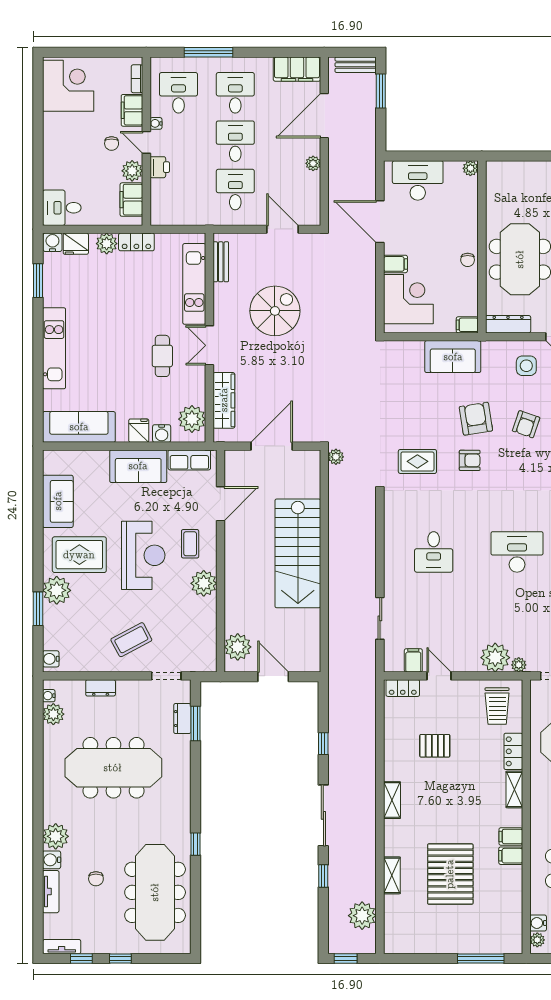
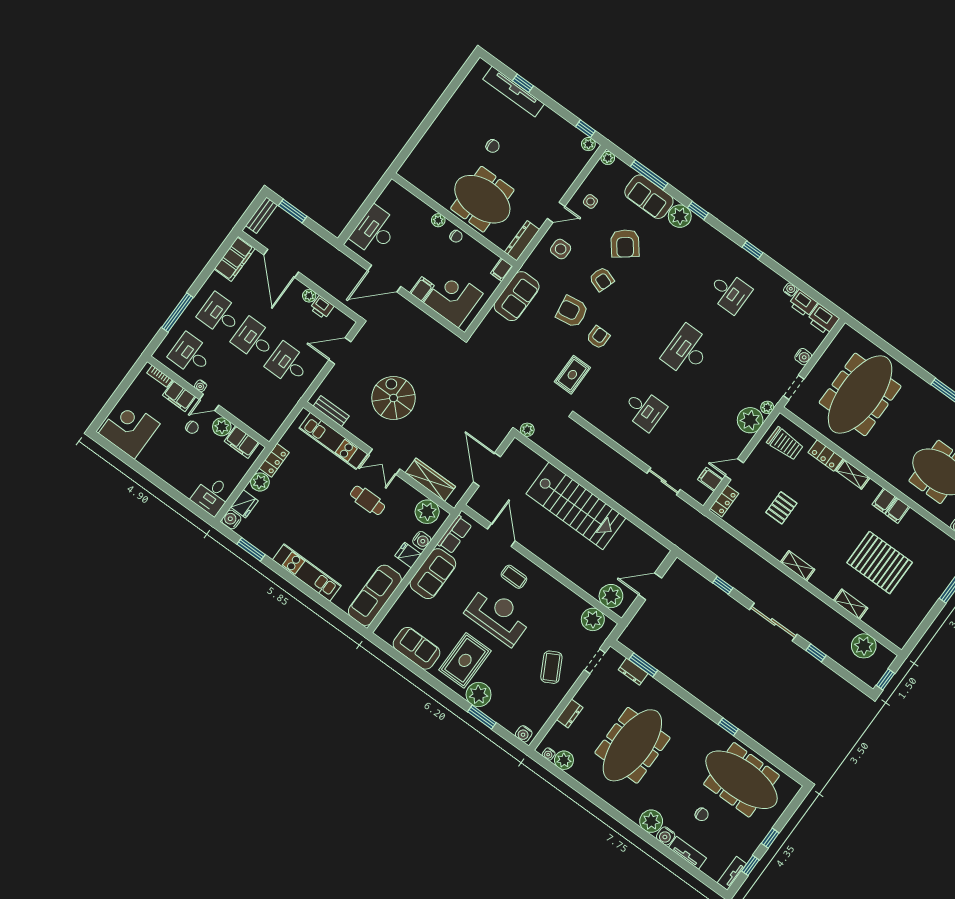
printer: (160, 167) -> (322, 307), moved, turned 180
plant: (470, 168) -> (438, 220), moved
plant: (204, 583) -> (593, 619), moved

